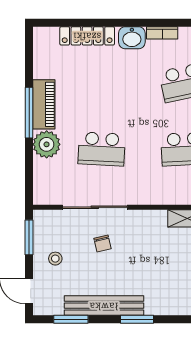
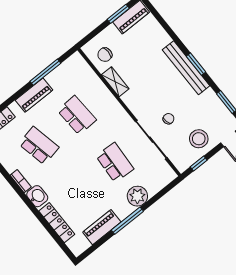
piano: (44, 104) -> (102, 227), moved
window: (29, 237) -> (199, 163), width x0.67
stool: (55, 259) -> (199, 139), width x1.89, depth x1.89
bench: (104, 306) -> (186, 68), moved

